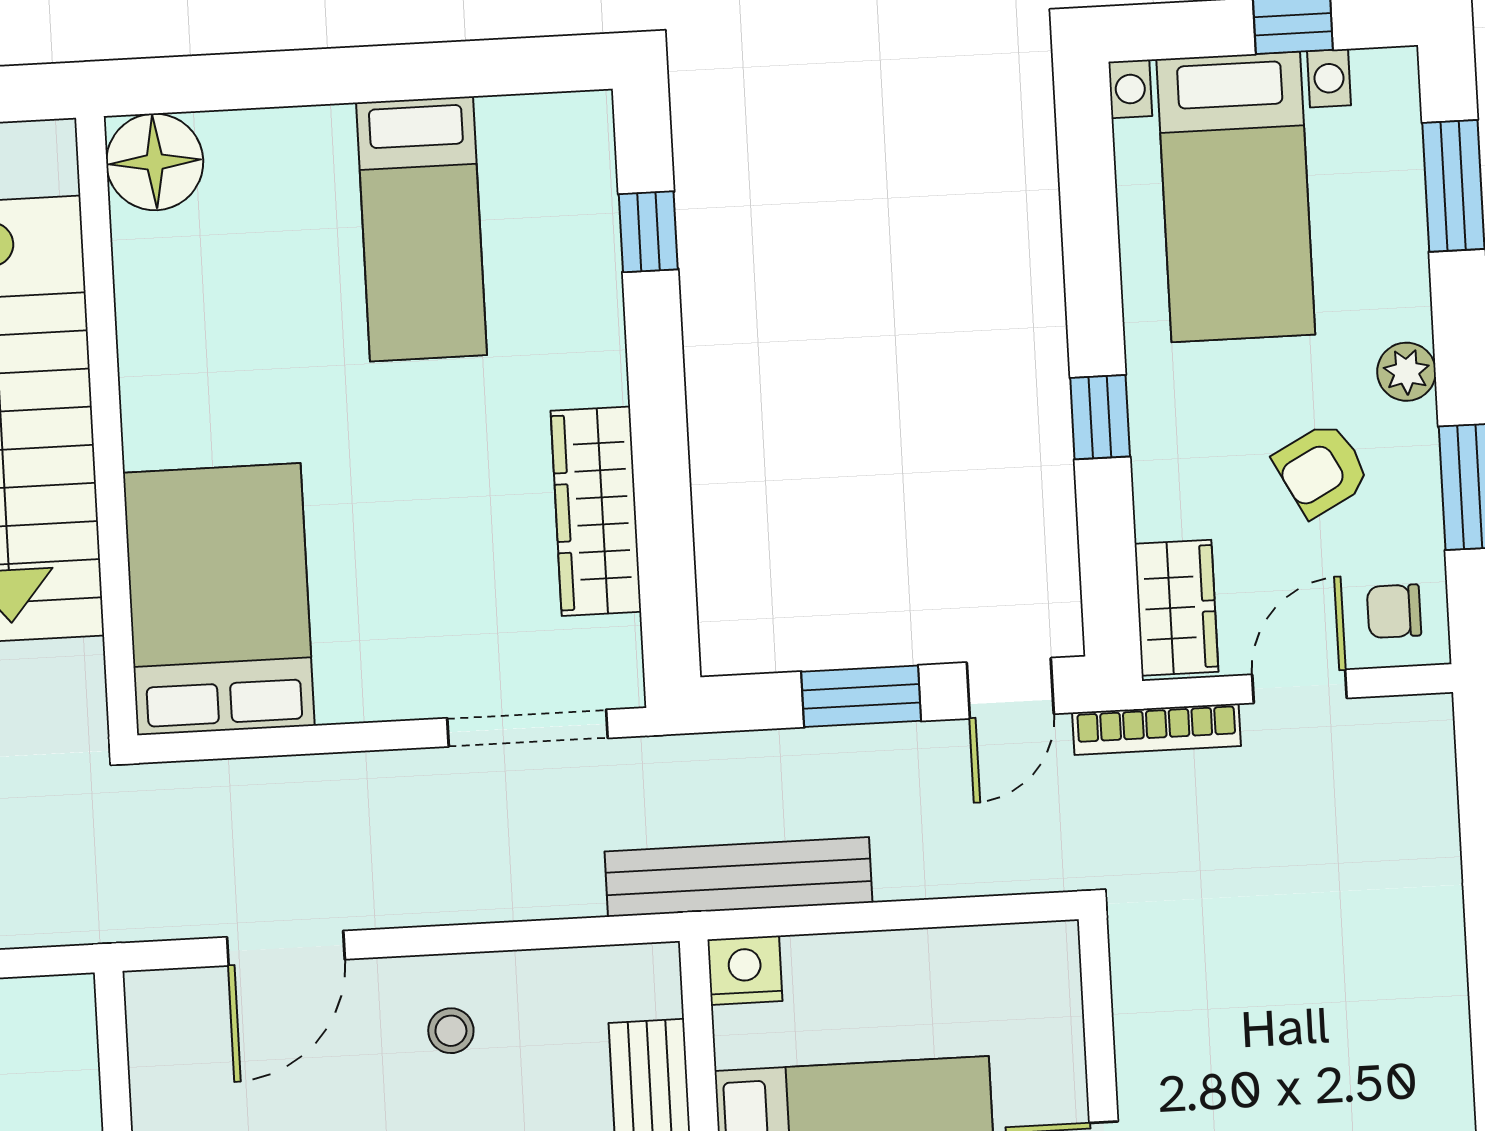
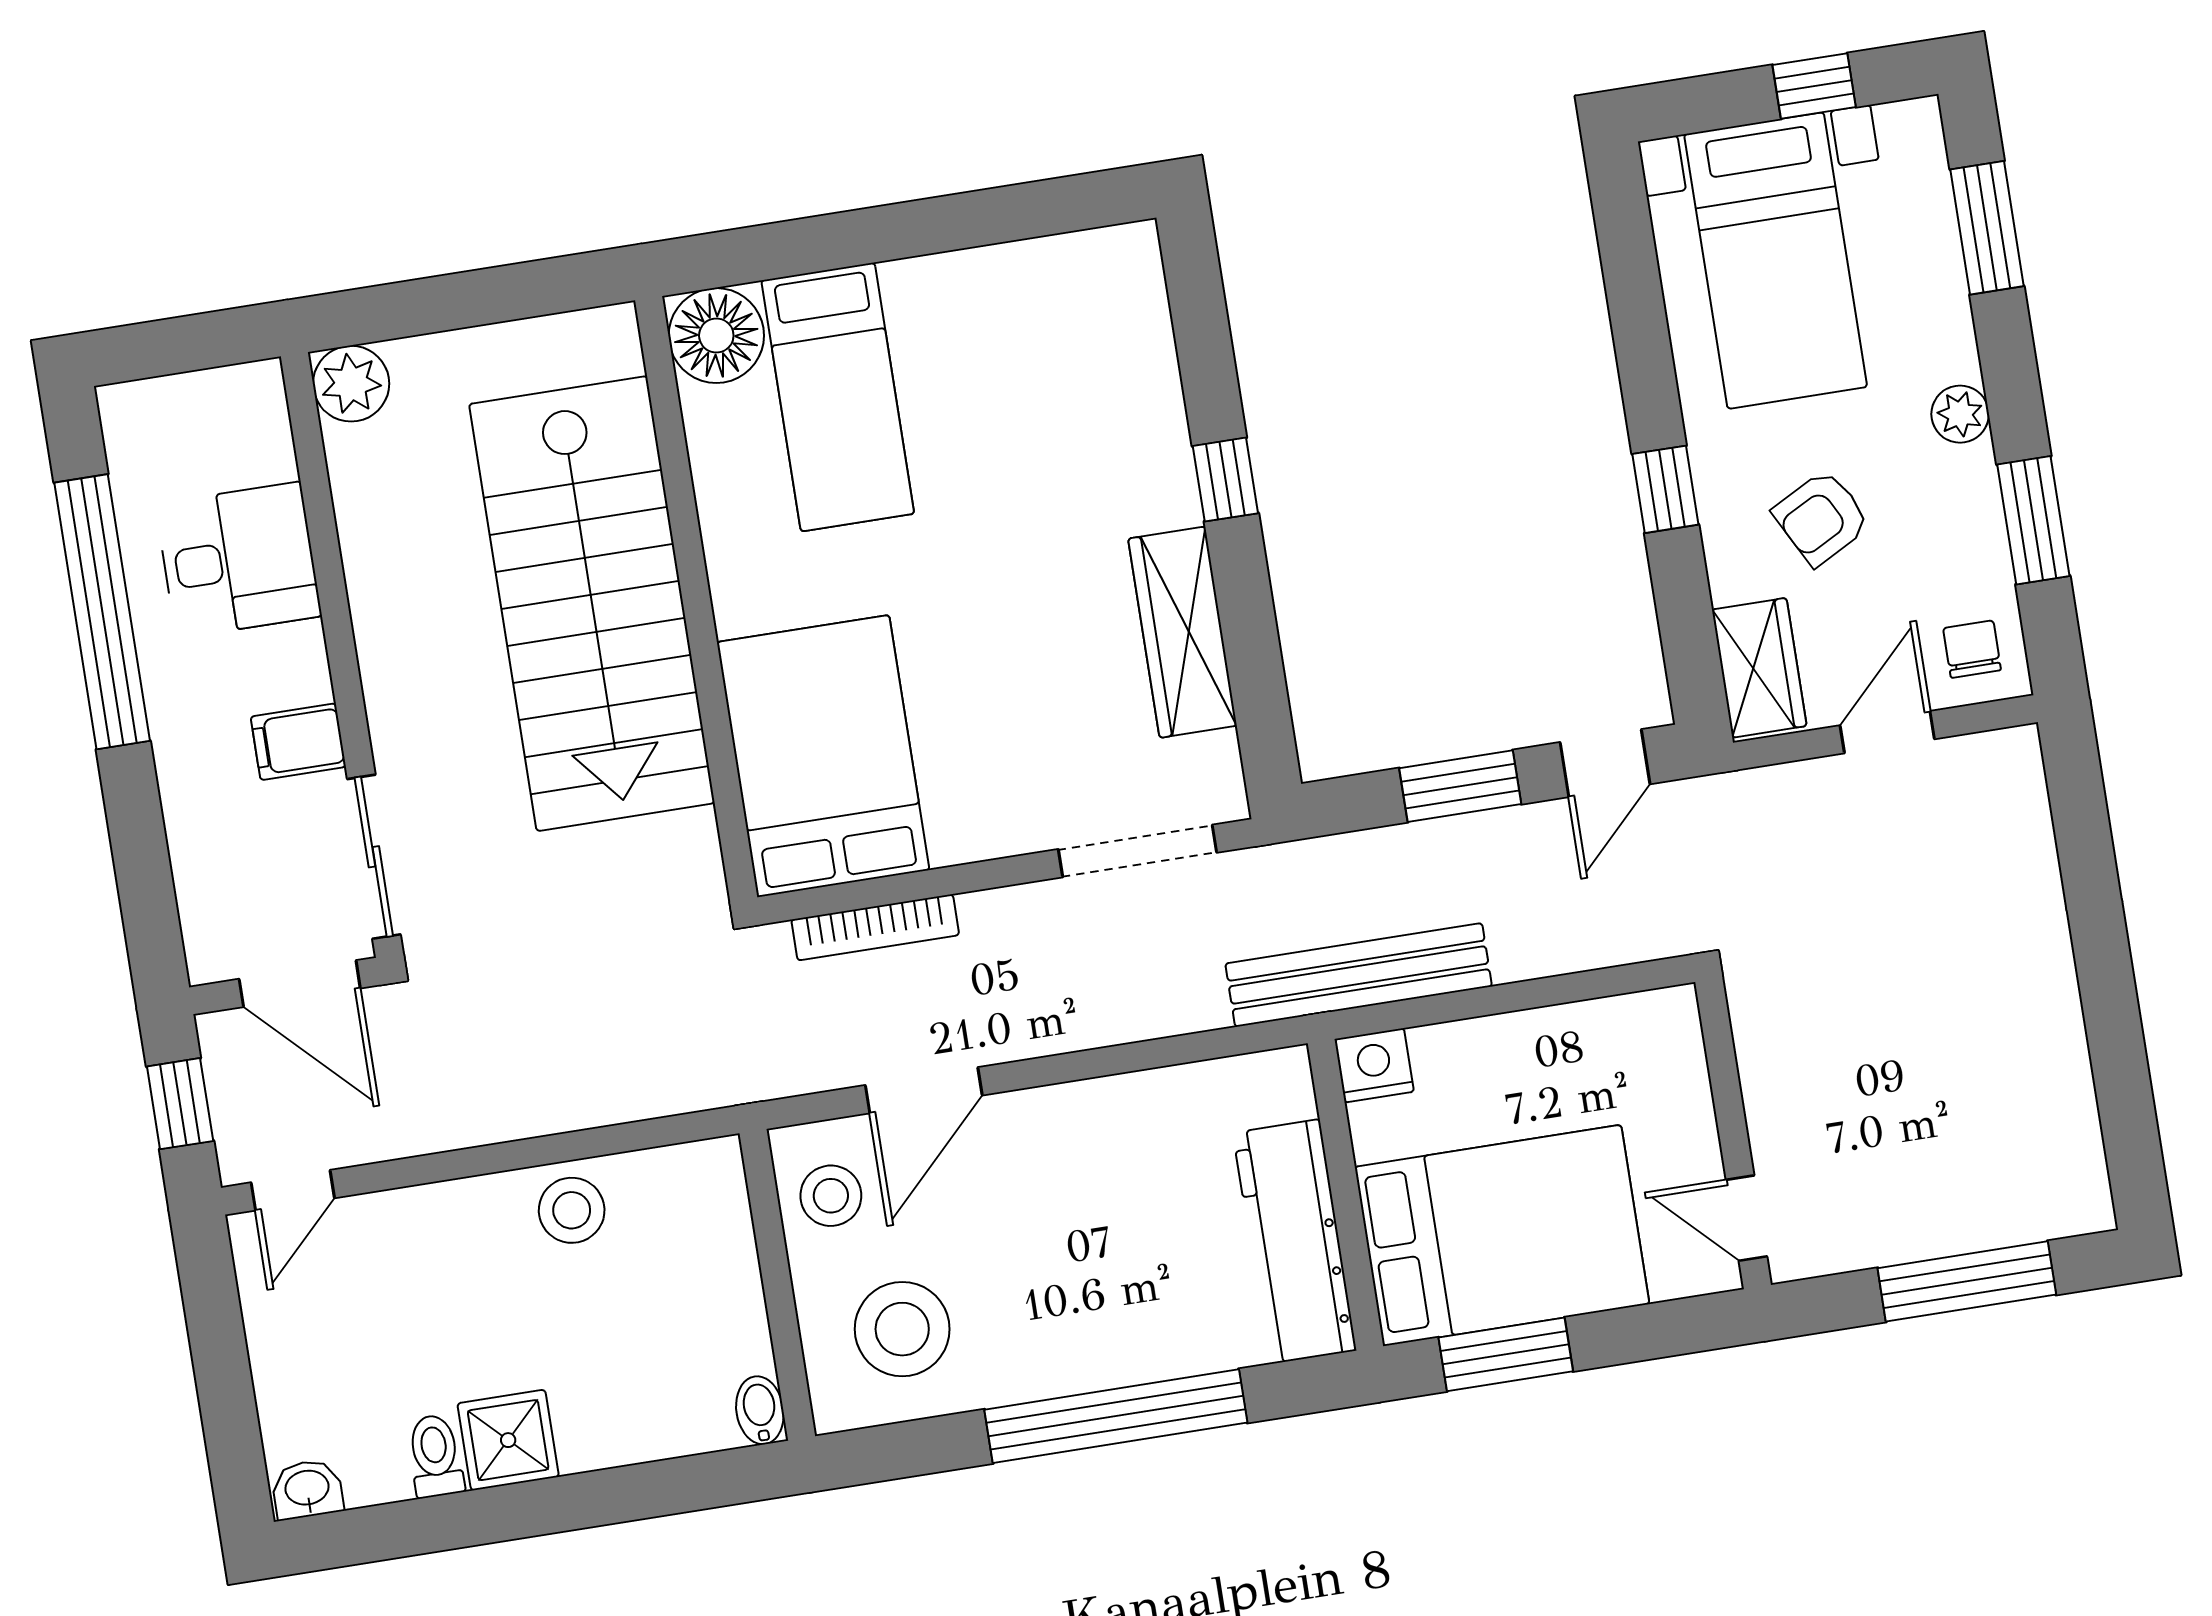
bed: (421, 229) -> (838, 397), moved
window: (648, 232) -> (1225, 480), moved
armchair: (1322, 470) -> (1821, 518), moved
chair: (1394, 611) -> (1972, 649), turned 90
bookcase: (1156, 729) -> (875, 927), moved
stool: (451, 1031) -> (831, 1196), moved, width x1.37, depth x1.37

